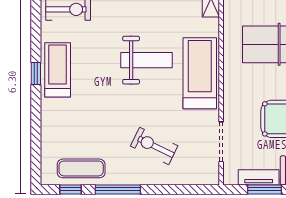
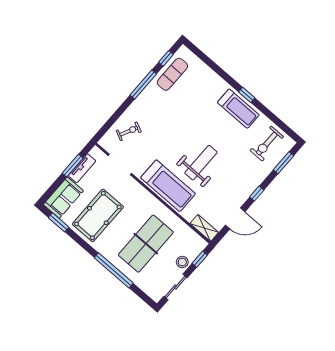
weight bench: (146, 60) -> (201, 163), turned 180
exercise bike: (154, 146) -> (129, 131), moved, width x0.73, depth x0.72

